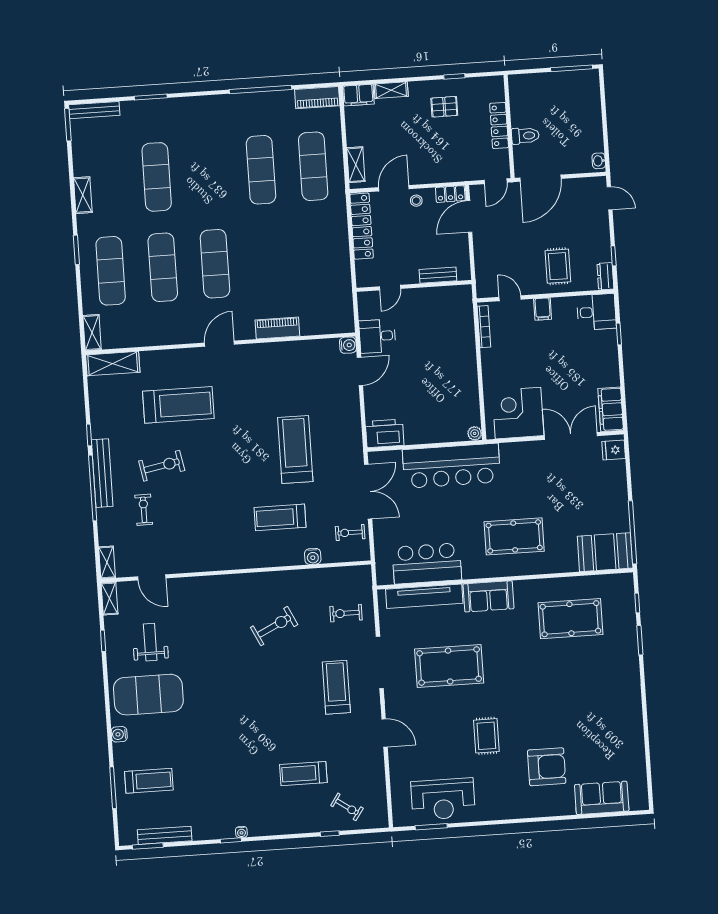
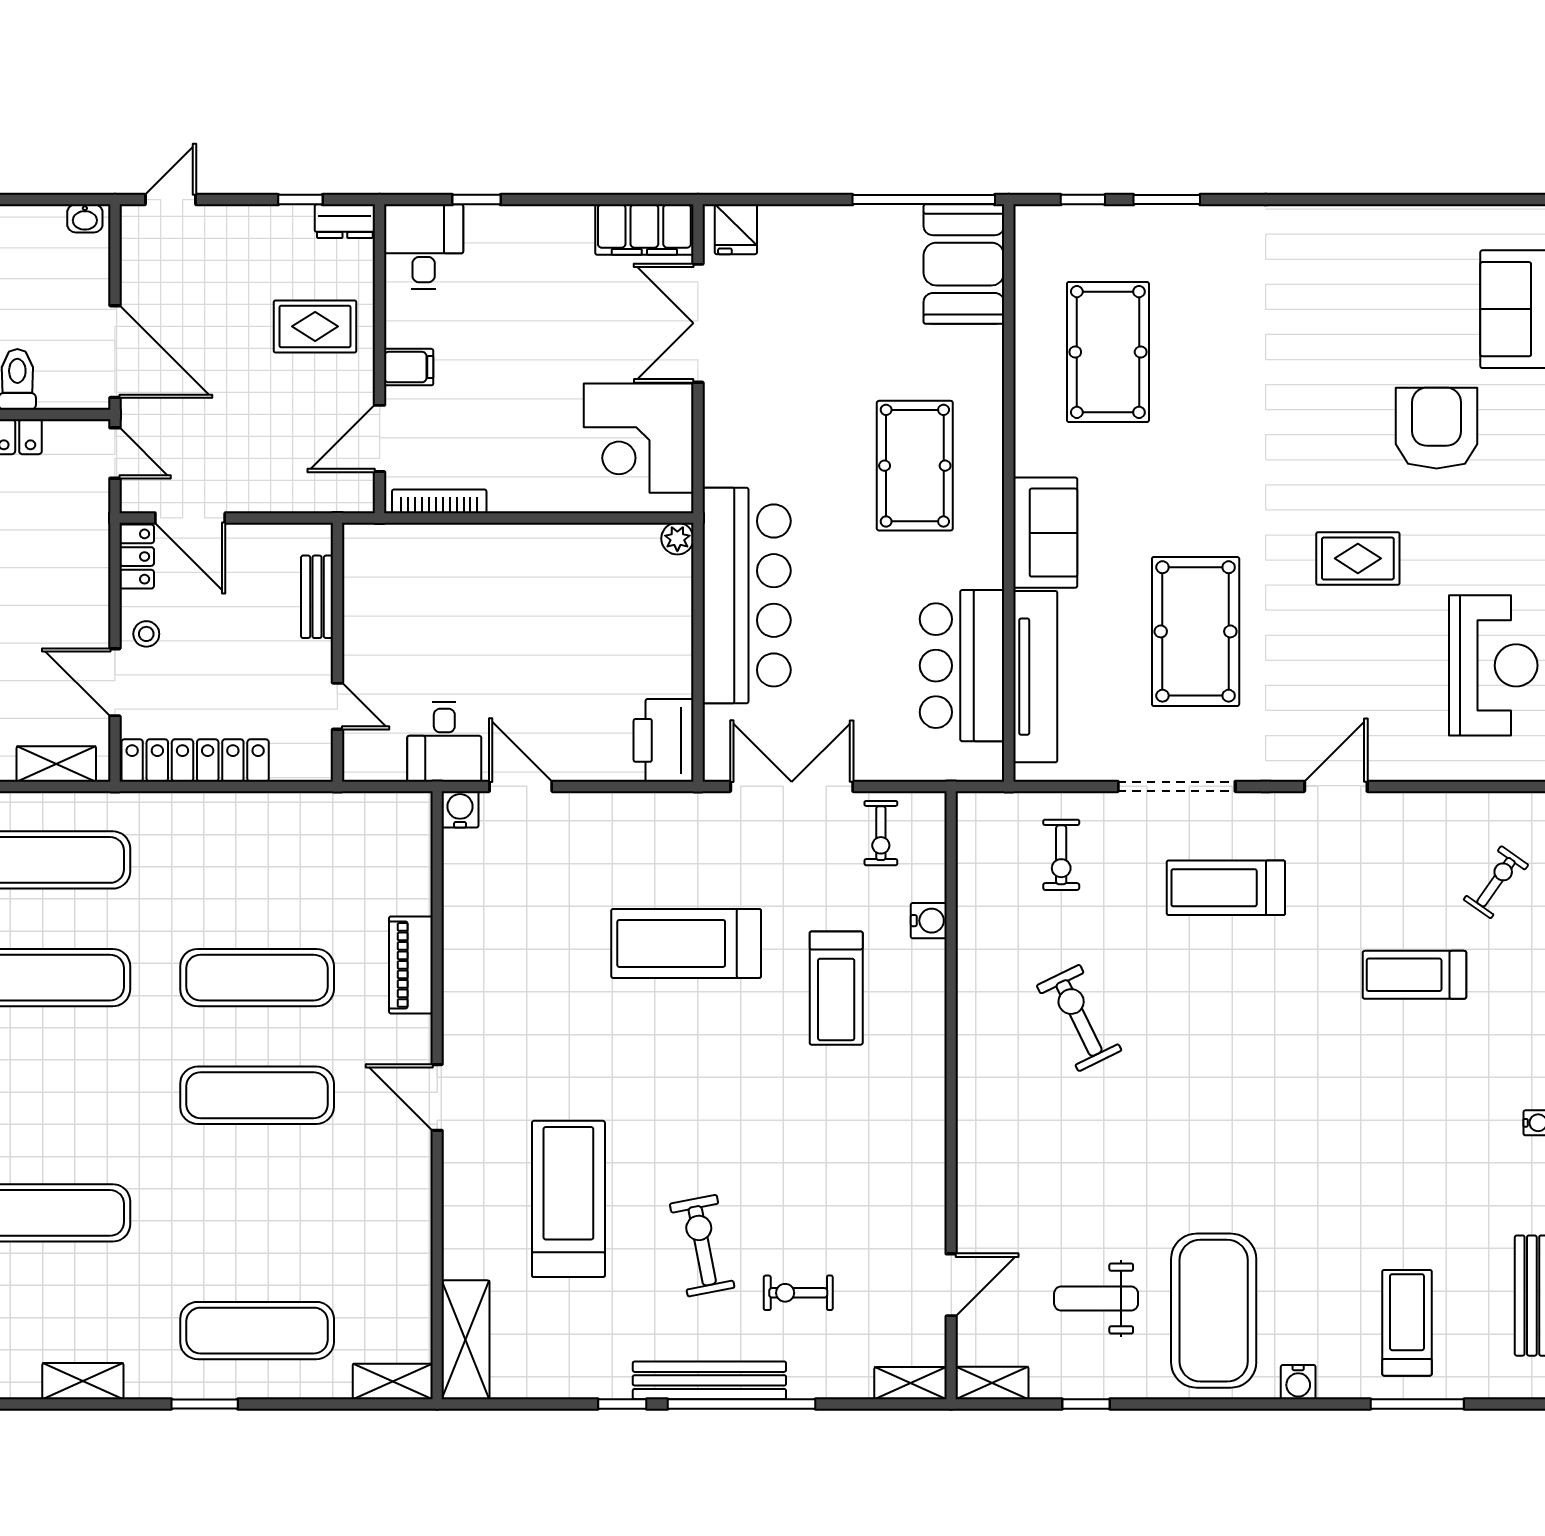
exercise mat: (163, 267) -> (257, 978), moved
door: (510, 298) -> (380, 438), width x1.38
treadmill: (303, 774) -> (1414, 975), turned 90

